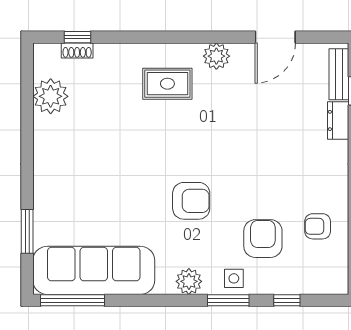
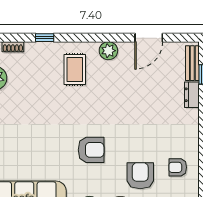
window: (78, 37) -> (45, 38), moved
rug: (167, 84) -> (75, 70), turned 90

